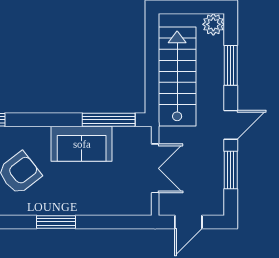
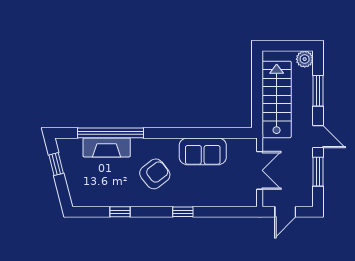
window: (109, 120) -> (224, 133), removed
door: (231, 125) -> (318, 137), hinge flipped
window: (56, 222) -> (183, 212), width x0.67

